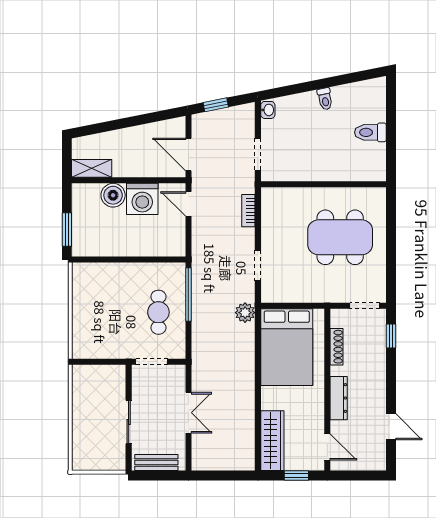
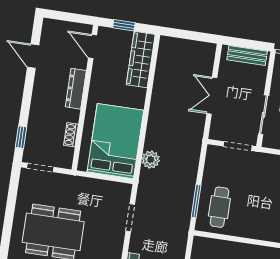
window: (188, 294) -> (196, 201), width x0.69
cafe table: (158, 312) -> (219, 207), moved
plant: (245, 313) -> (151, 160), moved
shoe rack: (336, 347) -> (71, 135), width x0.70
sliding door: (129, 422) -> (264, 115), moved

